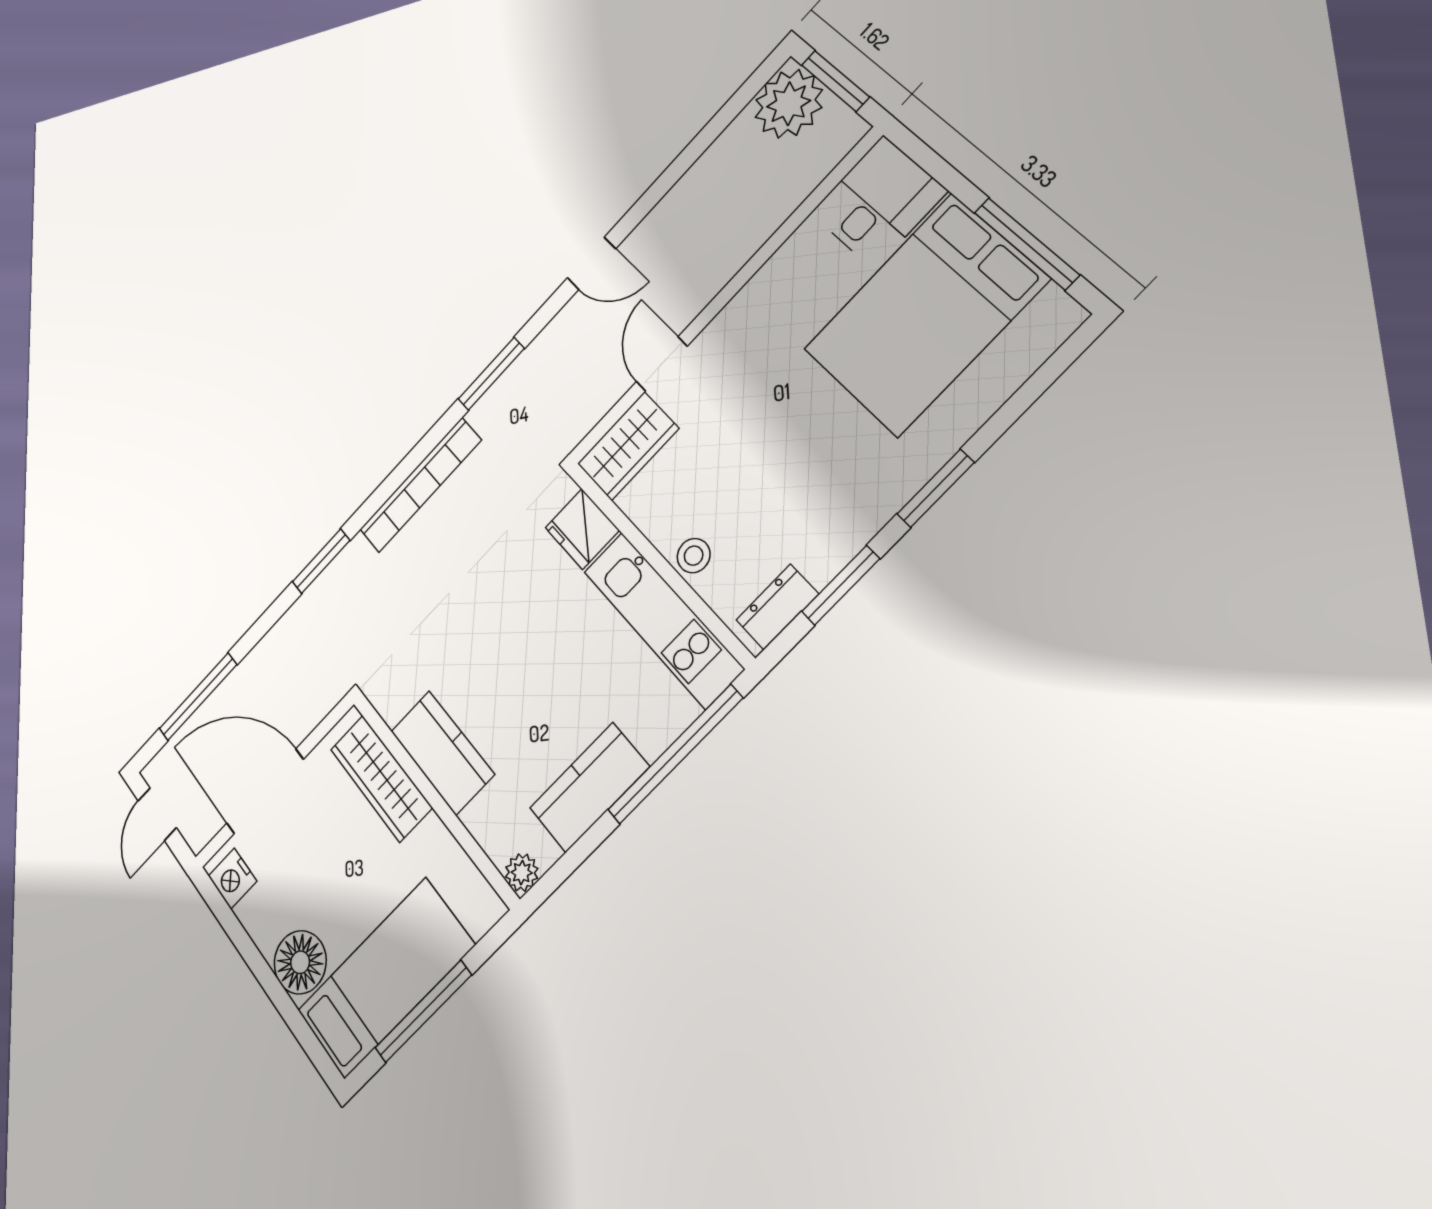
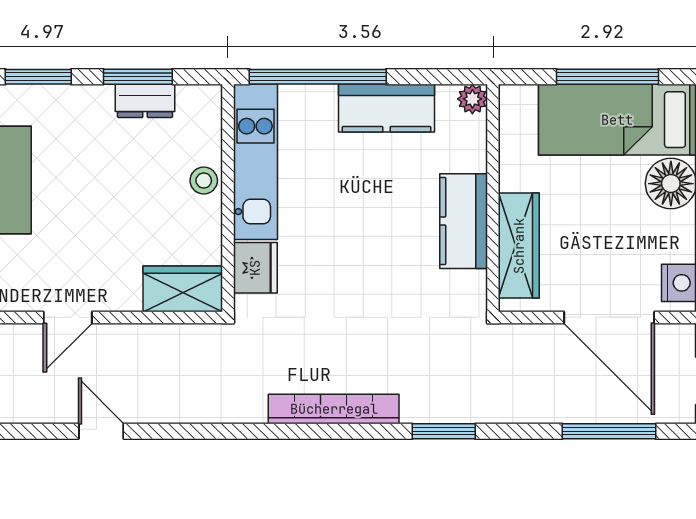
door: (662, 364) -> (68, 317), moved
window: (491, 374) -> (225, 431), removed
dresser: (777, 607) -> (145, 101), moved

